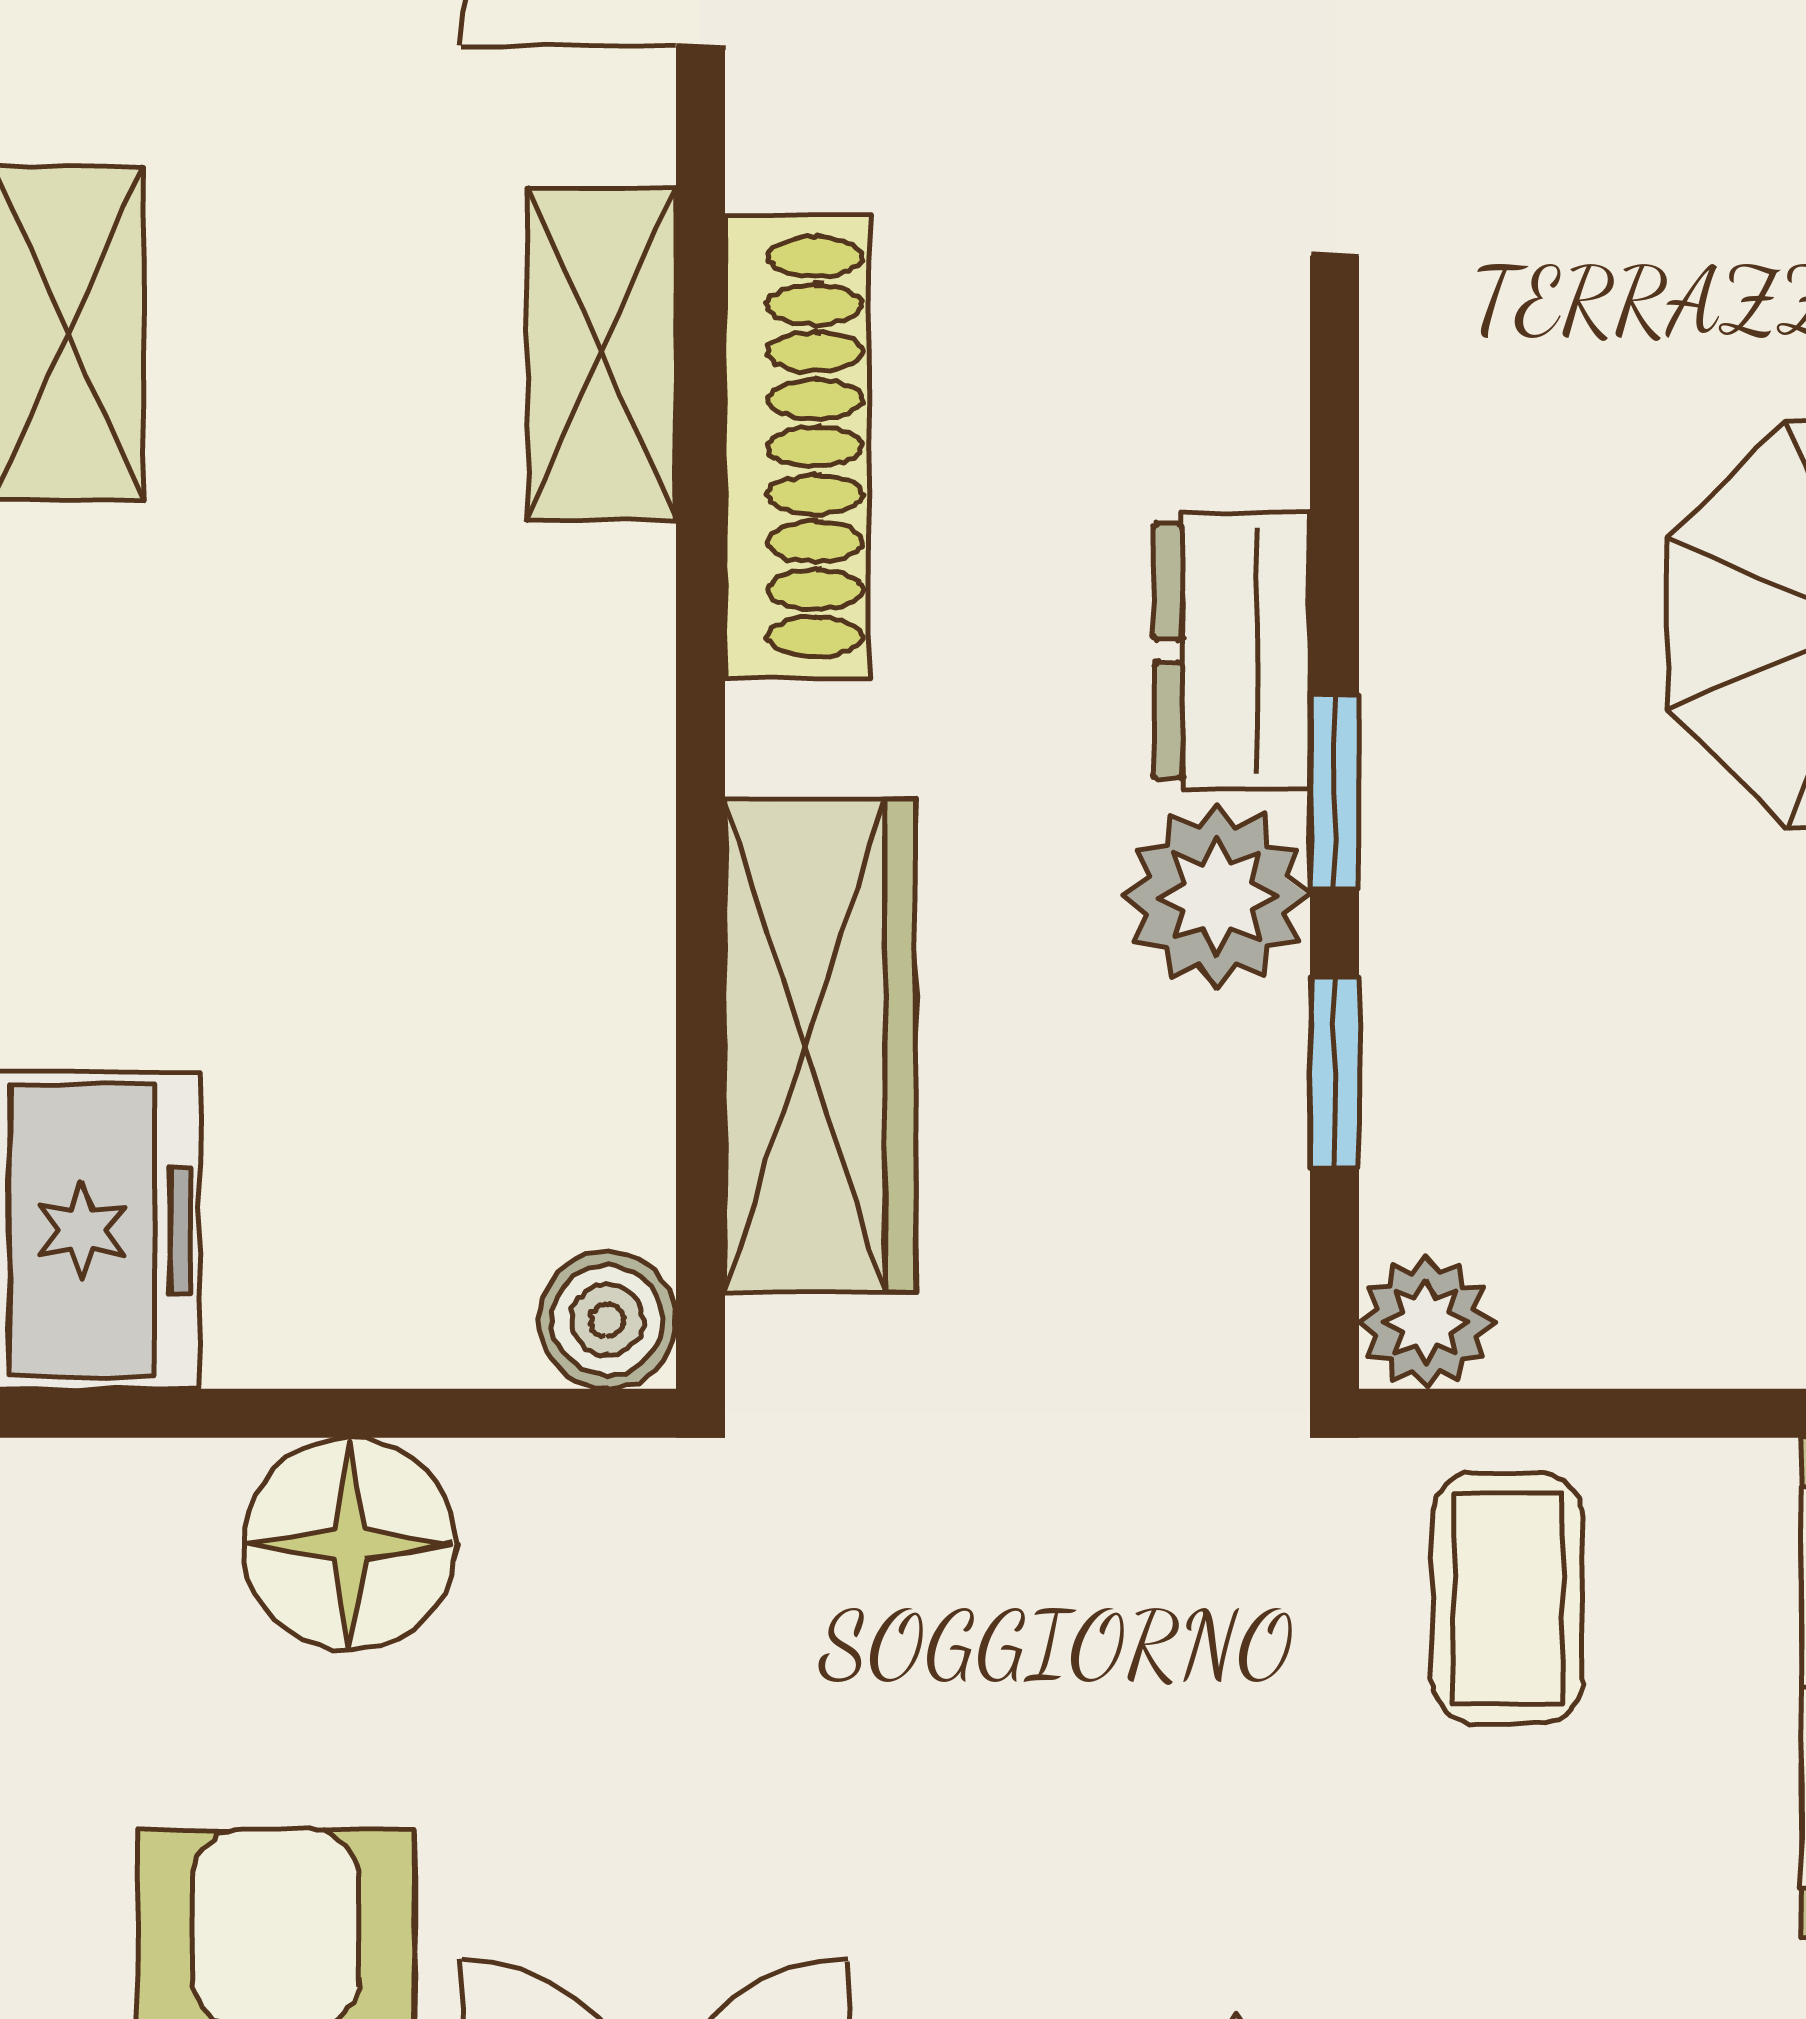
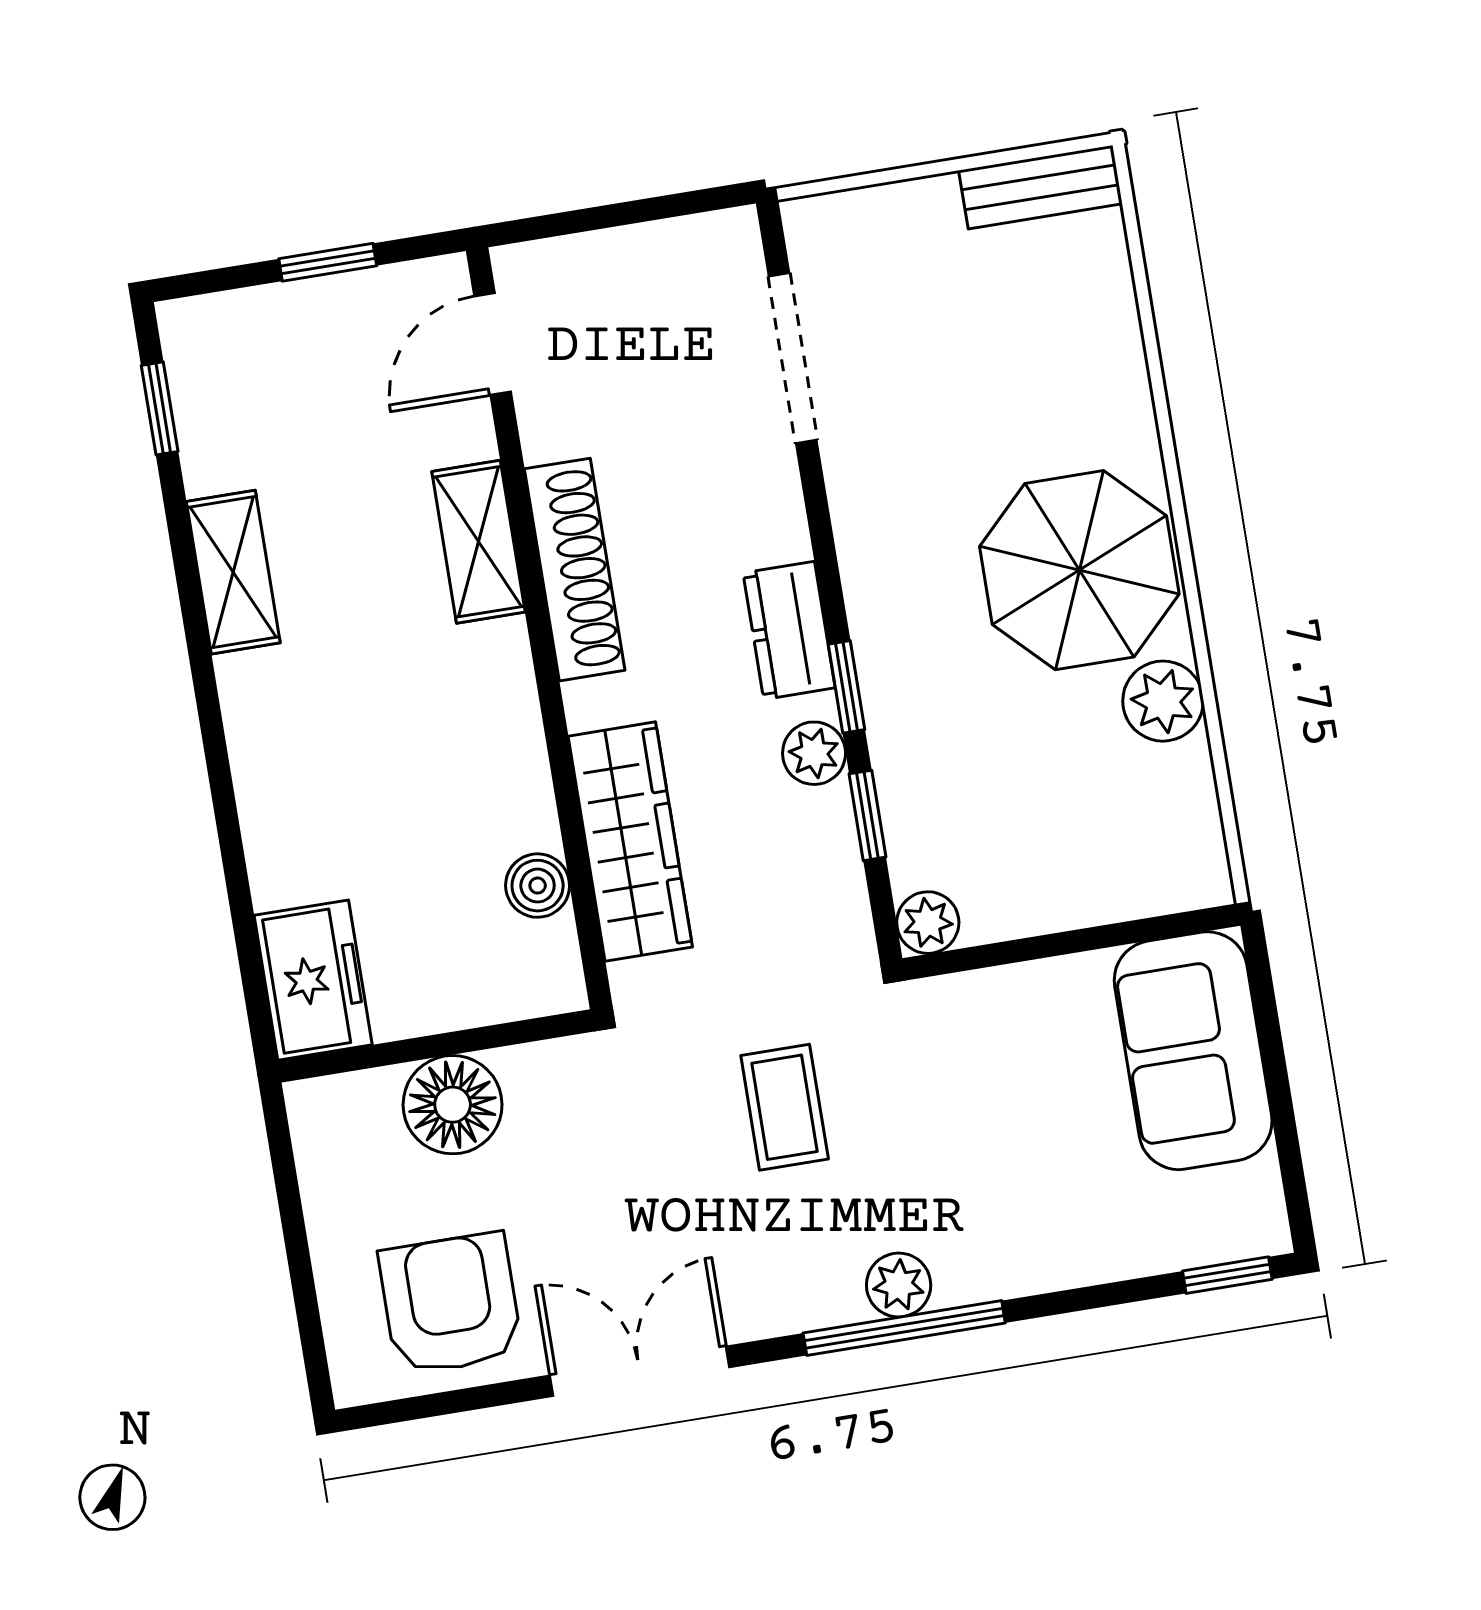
plant: (1217, 896) -> (814, 753), width x0.73, depth x0.73
boiler: (607, 1320) -> (538, 886), moved
coffee table: (1508, 1598) -> (785, 1107), moved

